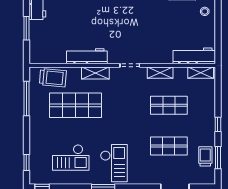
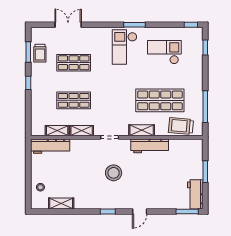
stool: (126, 27) -> (114, 173), added
shelving: (201, 73) -> (57, 131), moved

